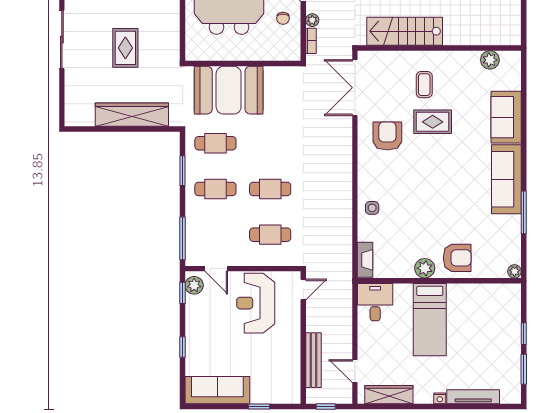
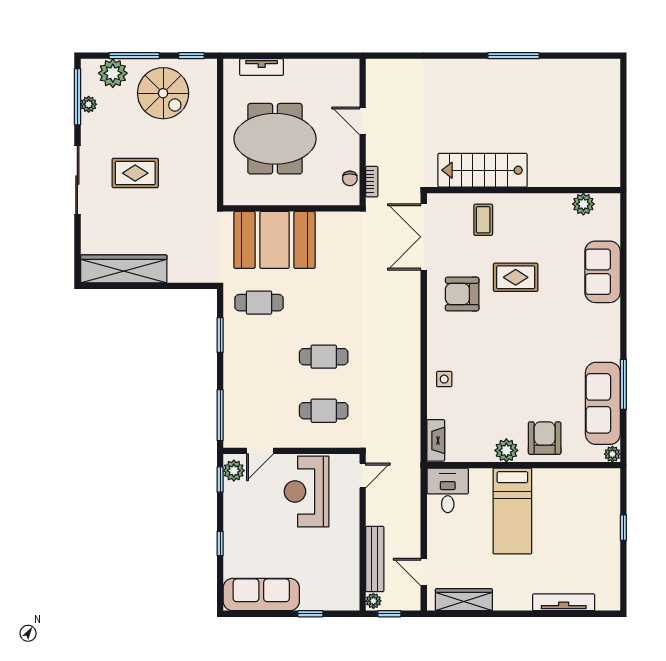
chair: (283, 18) -> (350, 178), moved
plant: (312, 20) -> (373, 601), moved
rug: (125, 48) -> (135, 173), moved, turned 90
coffee table: (424, 85) -> (483, 220), moved
wardrobe: (132, 115) -> (124, 269), moved
armchair: (387, 136) -> (462, 294), turned -90
sofa: (506, 179) -> (603, 403), moved
cafe table: (215, 189) -> (259, 357), removed
armchair: (457, 258) -> (545, 438), turned -90
door: (216, 269) -> (260, 451), hinge flipped
window: (524, 369) -> (623, 570), removed
nightstand: (440, 398) -> (524, 604), removed

